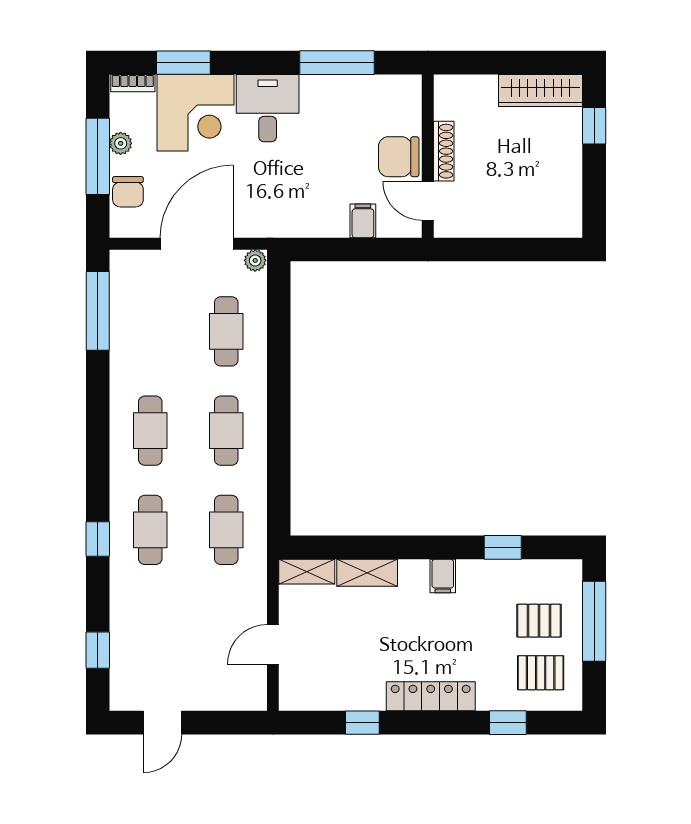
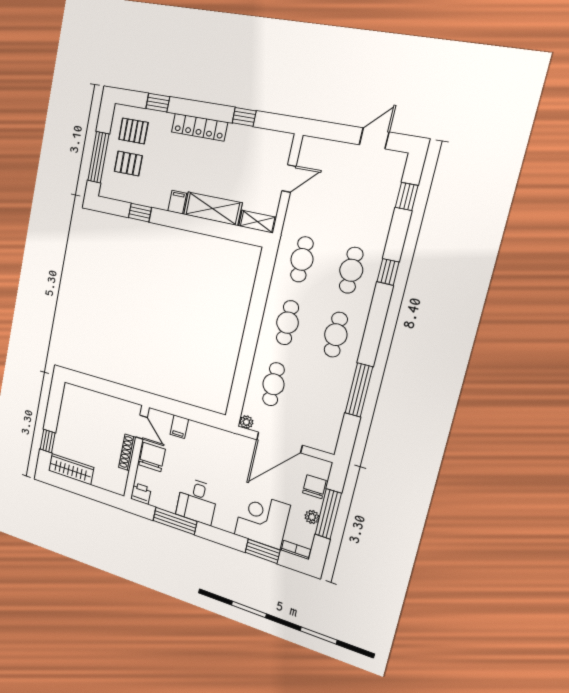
printer: (405, 89) -> (141, 493), added
desk: (268, 108) -> (197, 501), moved
chair: (399, 157) -> (152, 457), turned -90
window: (98, 311) -> (359, 390), moved
shelving: (367, 573) -> (213, 209), width x1.50, depth x1.33

